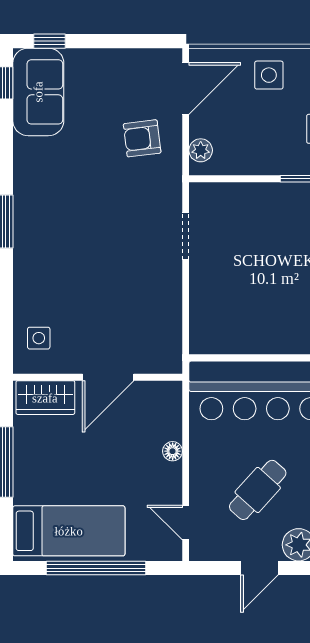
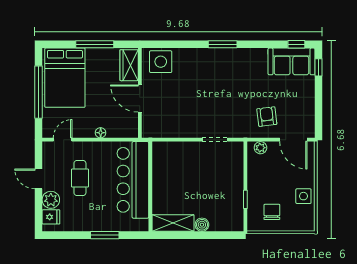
side table: (269, 75) -> (303, 196), moved
side table: (39, 338) -> (161, 62), width x1.87, depth x1.87
cafe table: (258, 490) -> (80, 178), turned 48
bed: (69, 531) -> (65, 78), width x1.50

